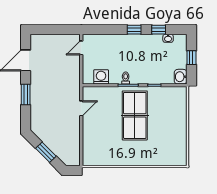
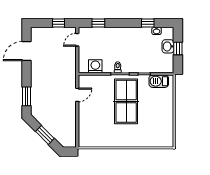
window: (61, 30) -> (59, 23), added
window: (134, 30) -> (98, 23), moved
washbasin: (181, 77) -> (168, 46), moved
barbecue: (171, 93) -> (159, 81), added
window: (26, 94) -> (26, 96), moved

